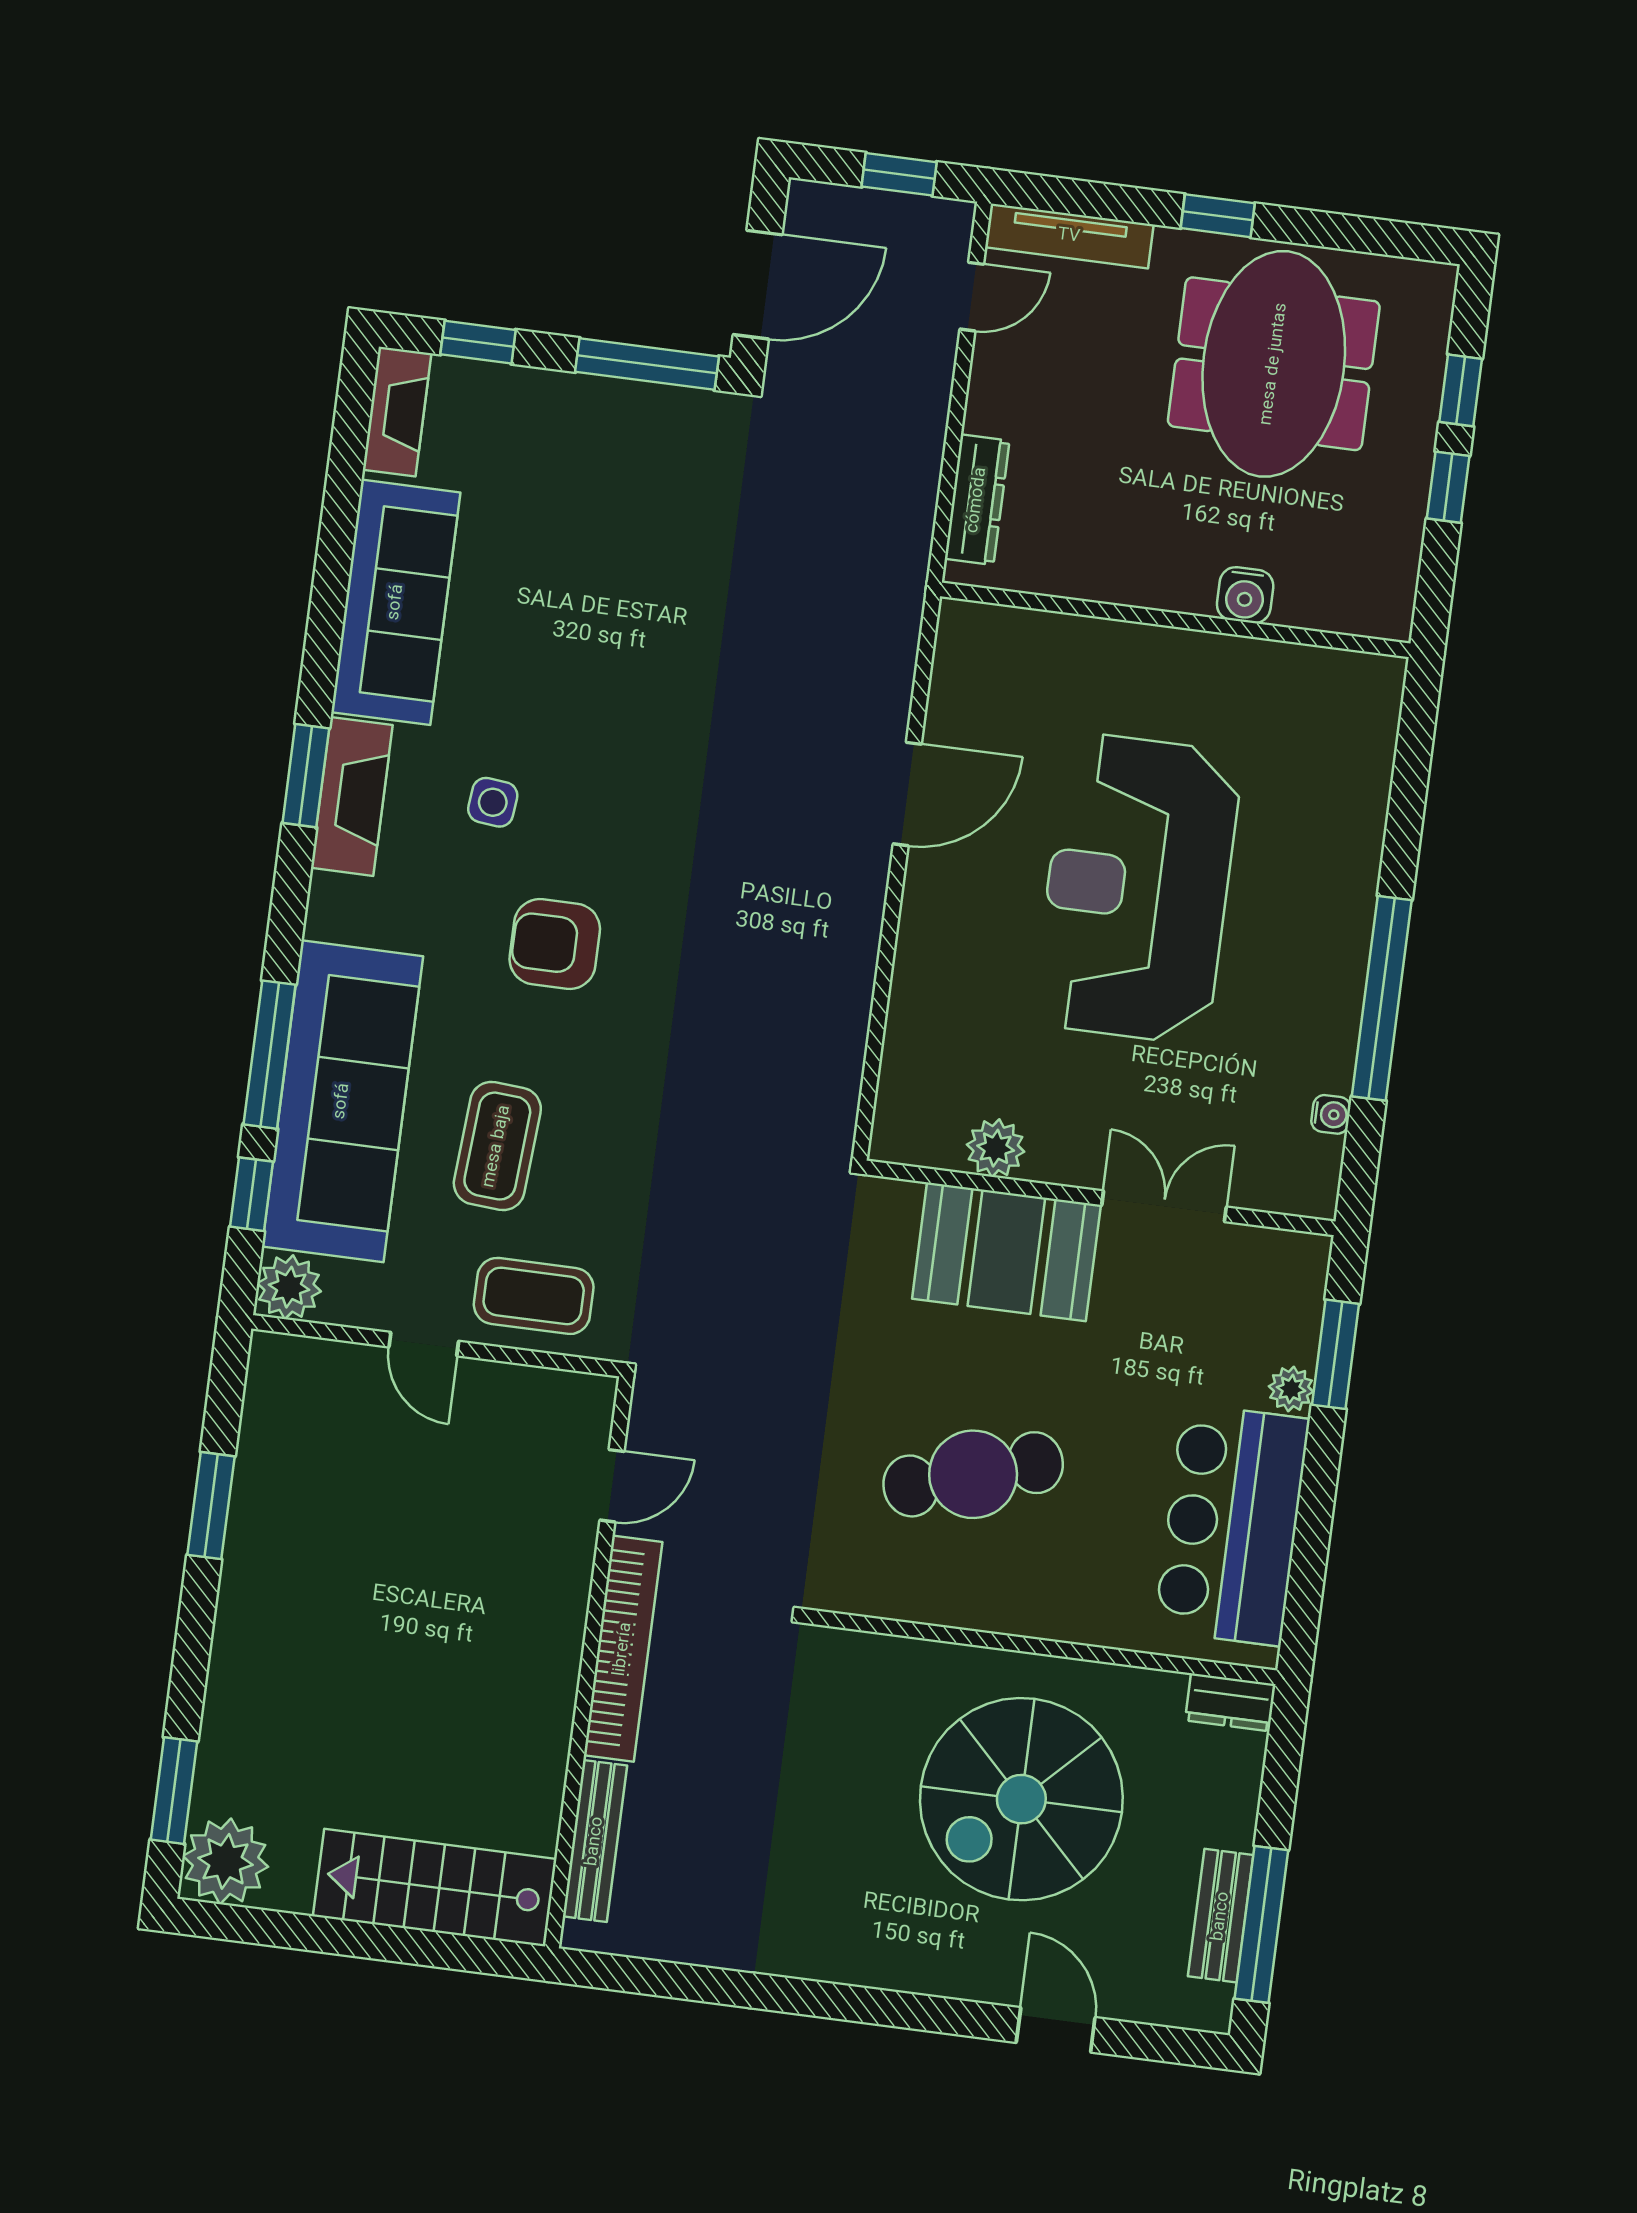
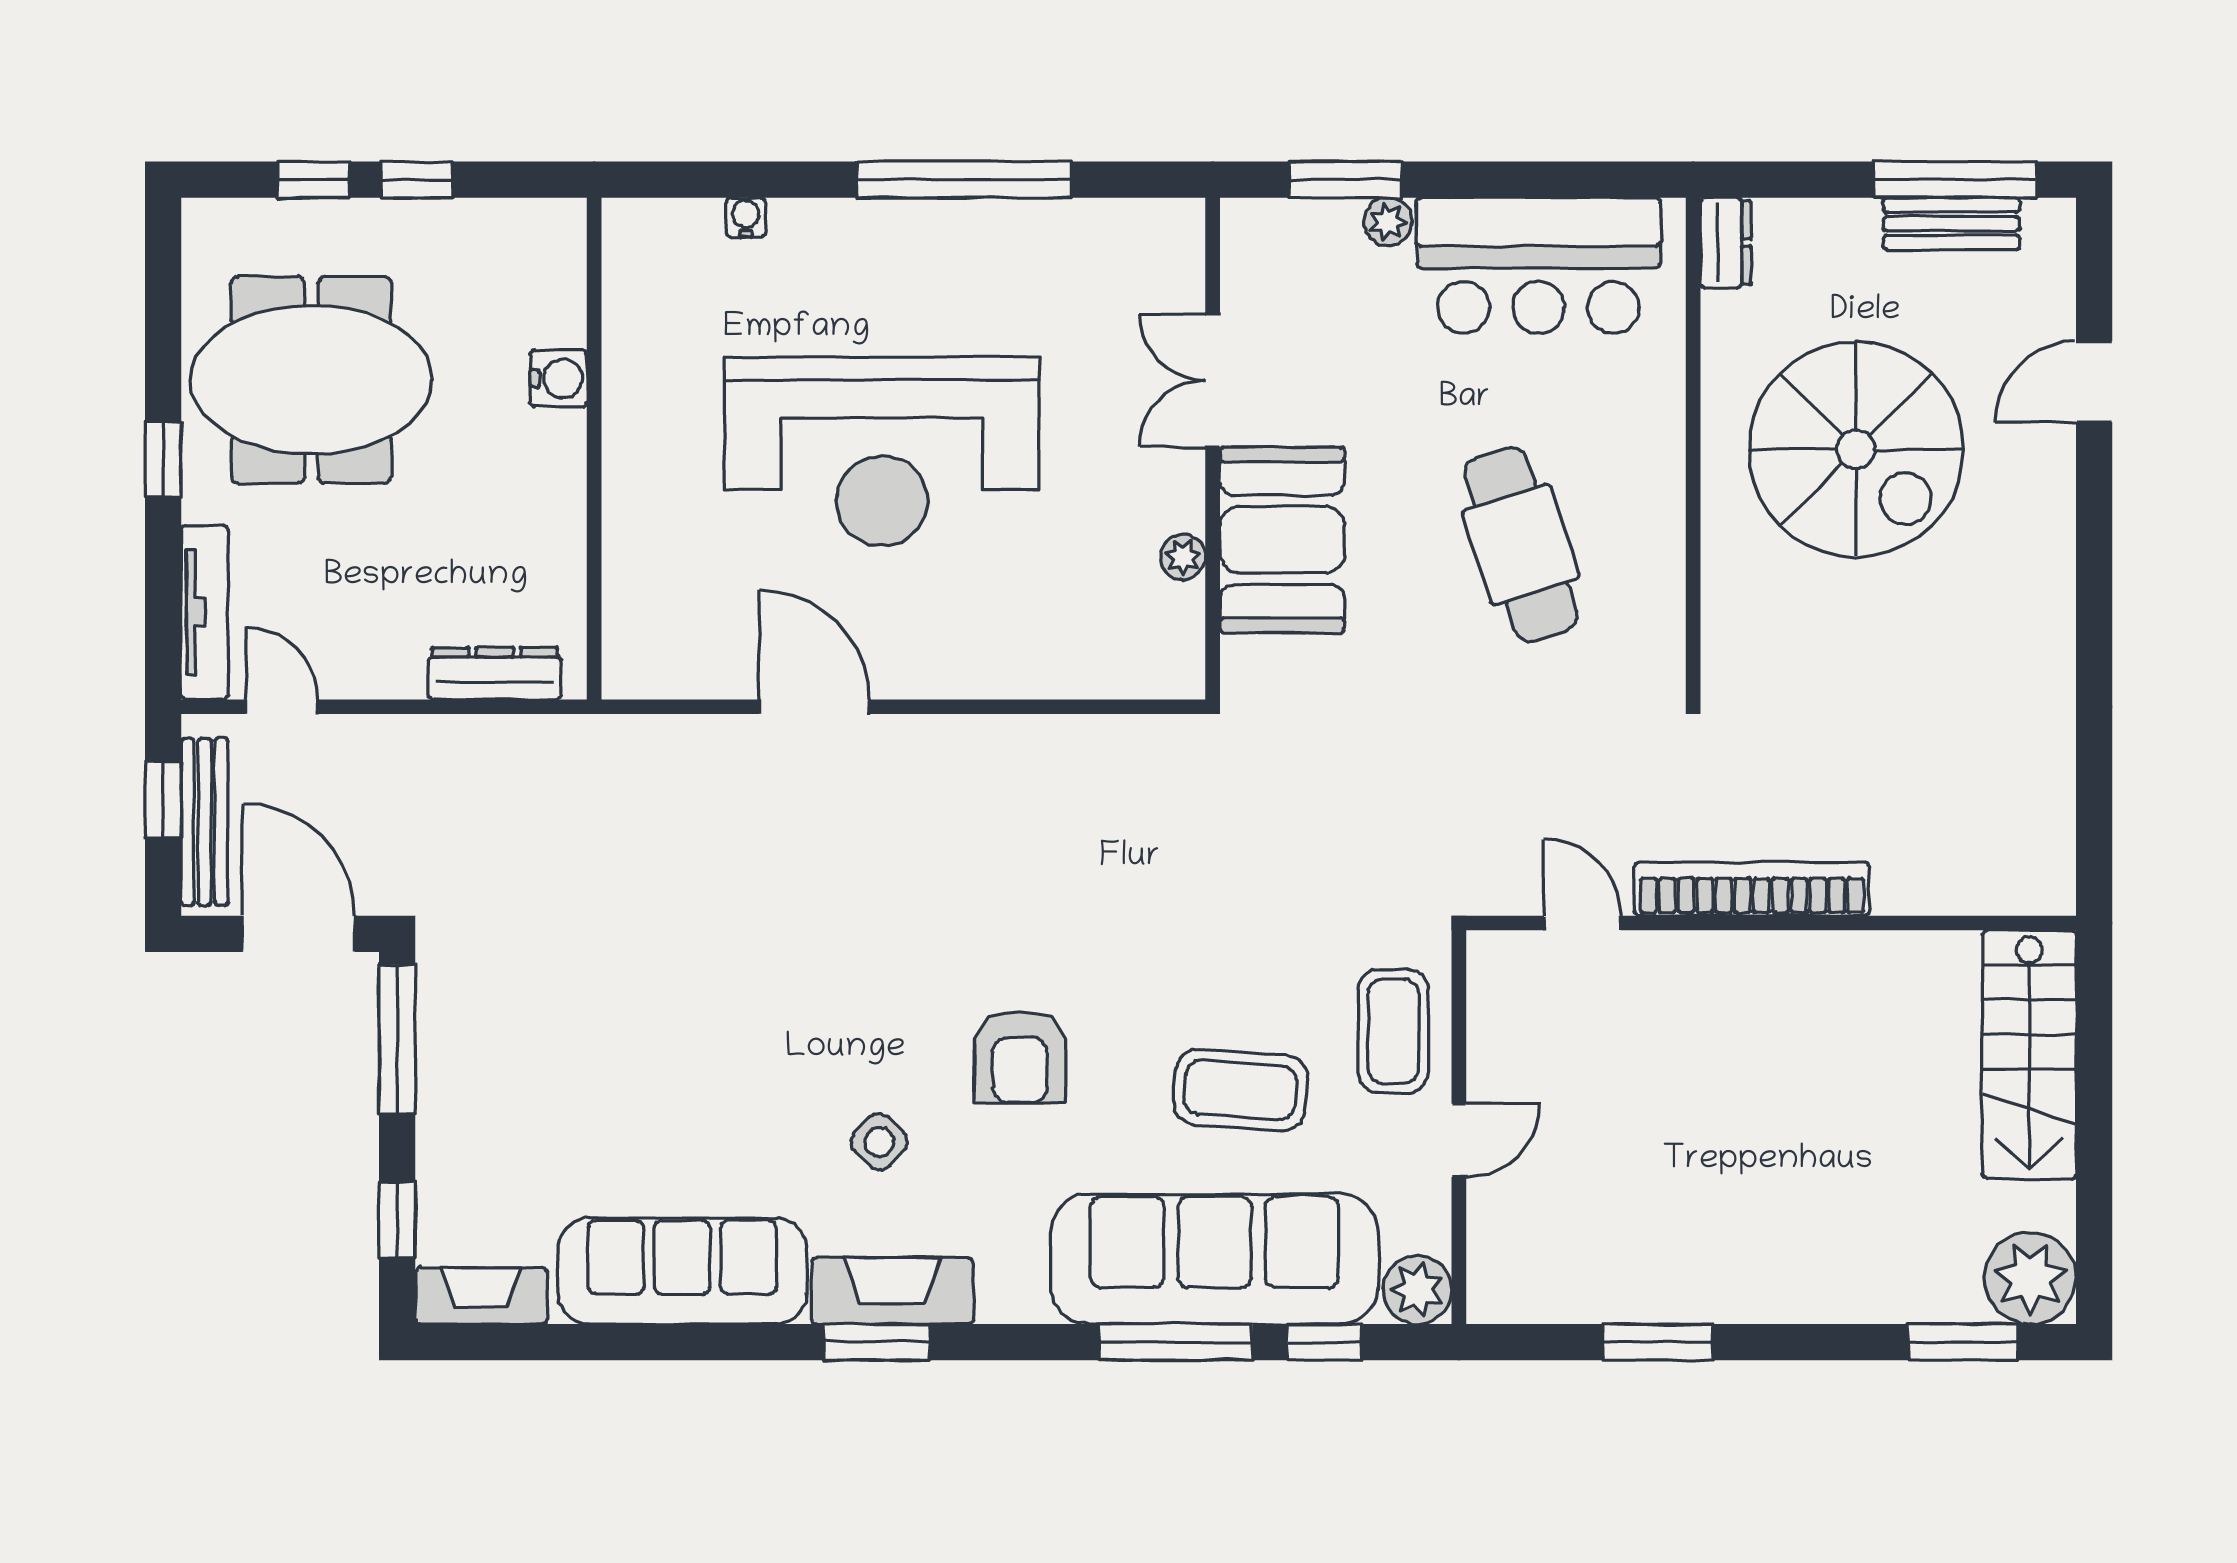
side table: (493, 802) -> (879, 1142), turned 38
water cooler: (1331, 1114) -> (746, 217), moved
plant: (996, 1148) -> (1183, 557), width x0.73, depth x0.73
bench: (595, 1841) -> (205, 822), moved, turned 90

